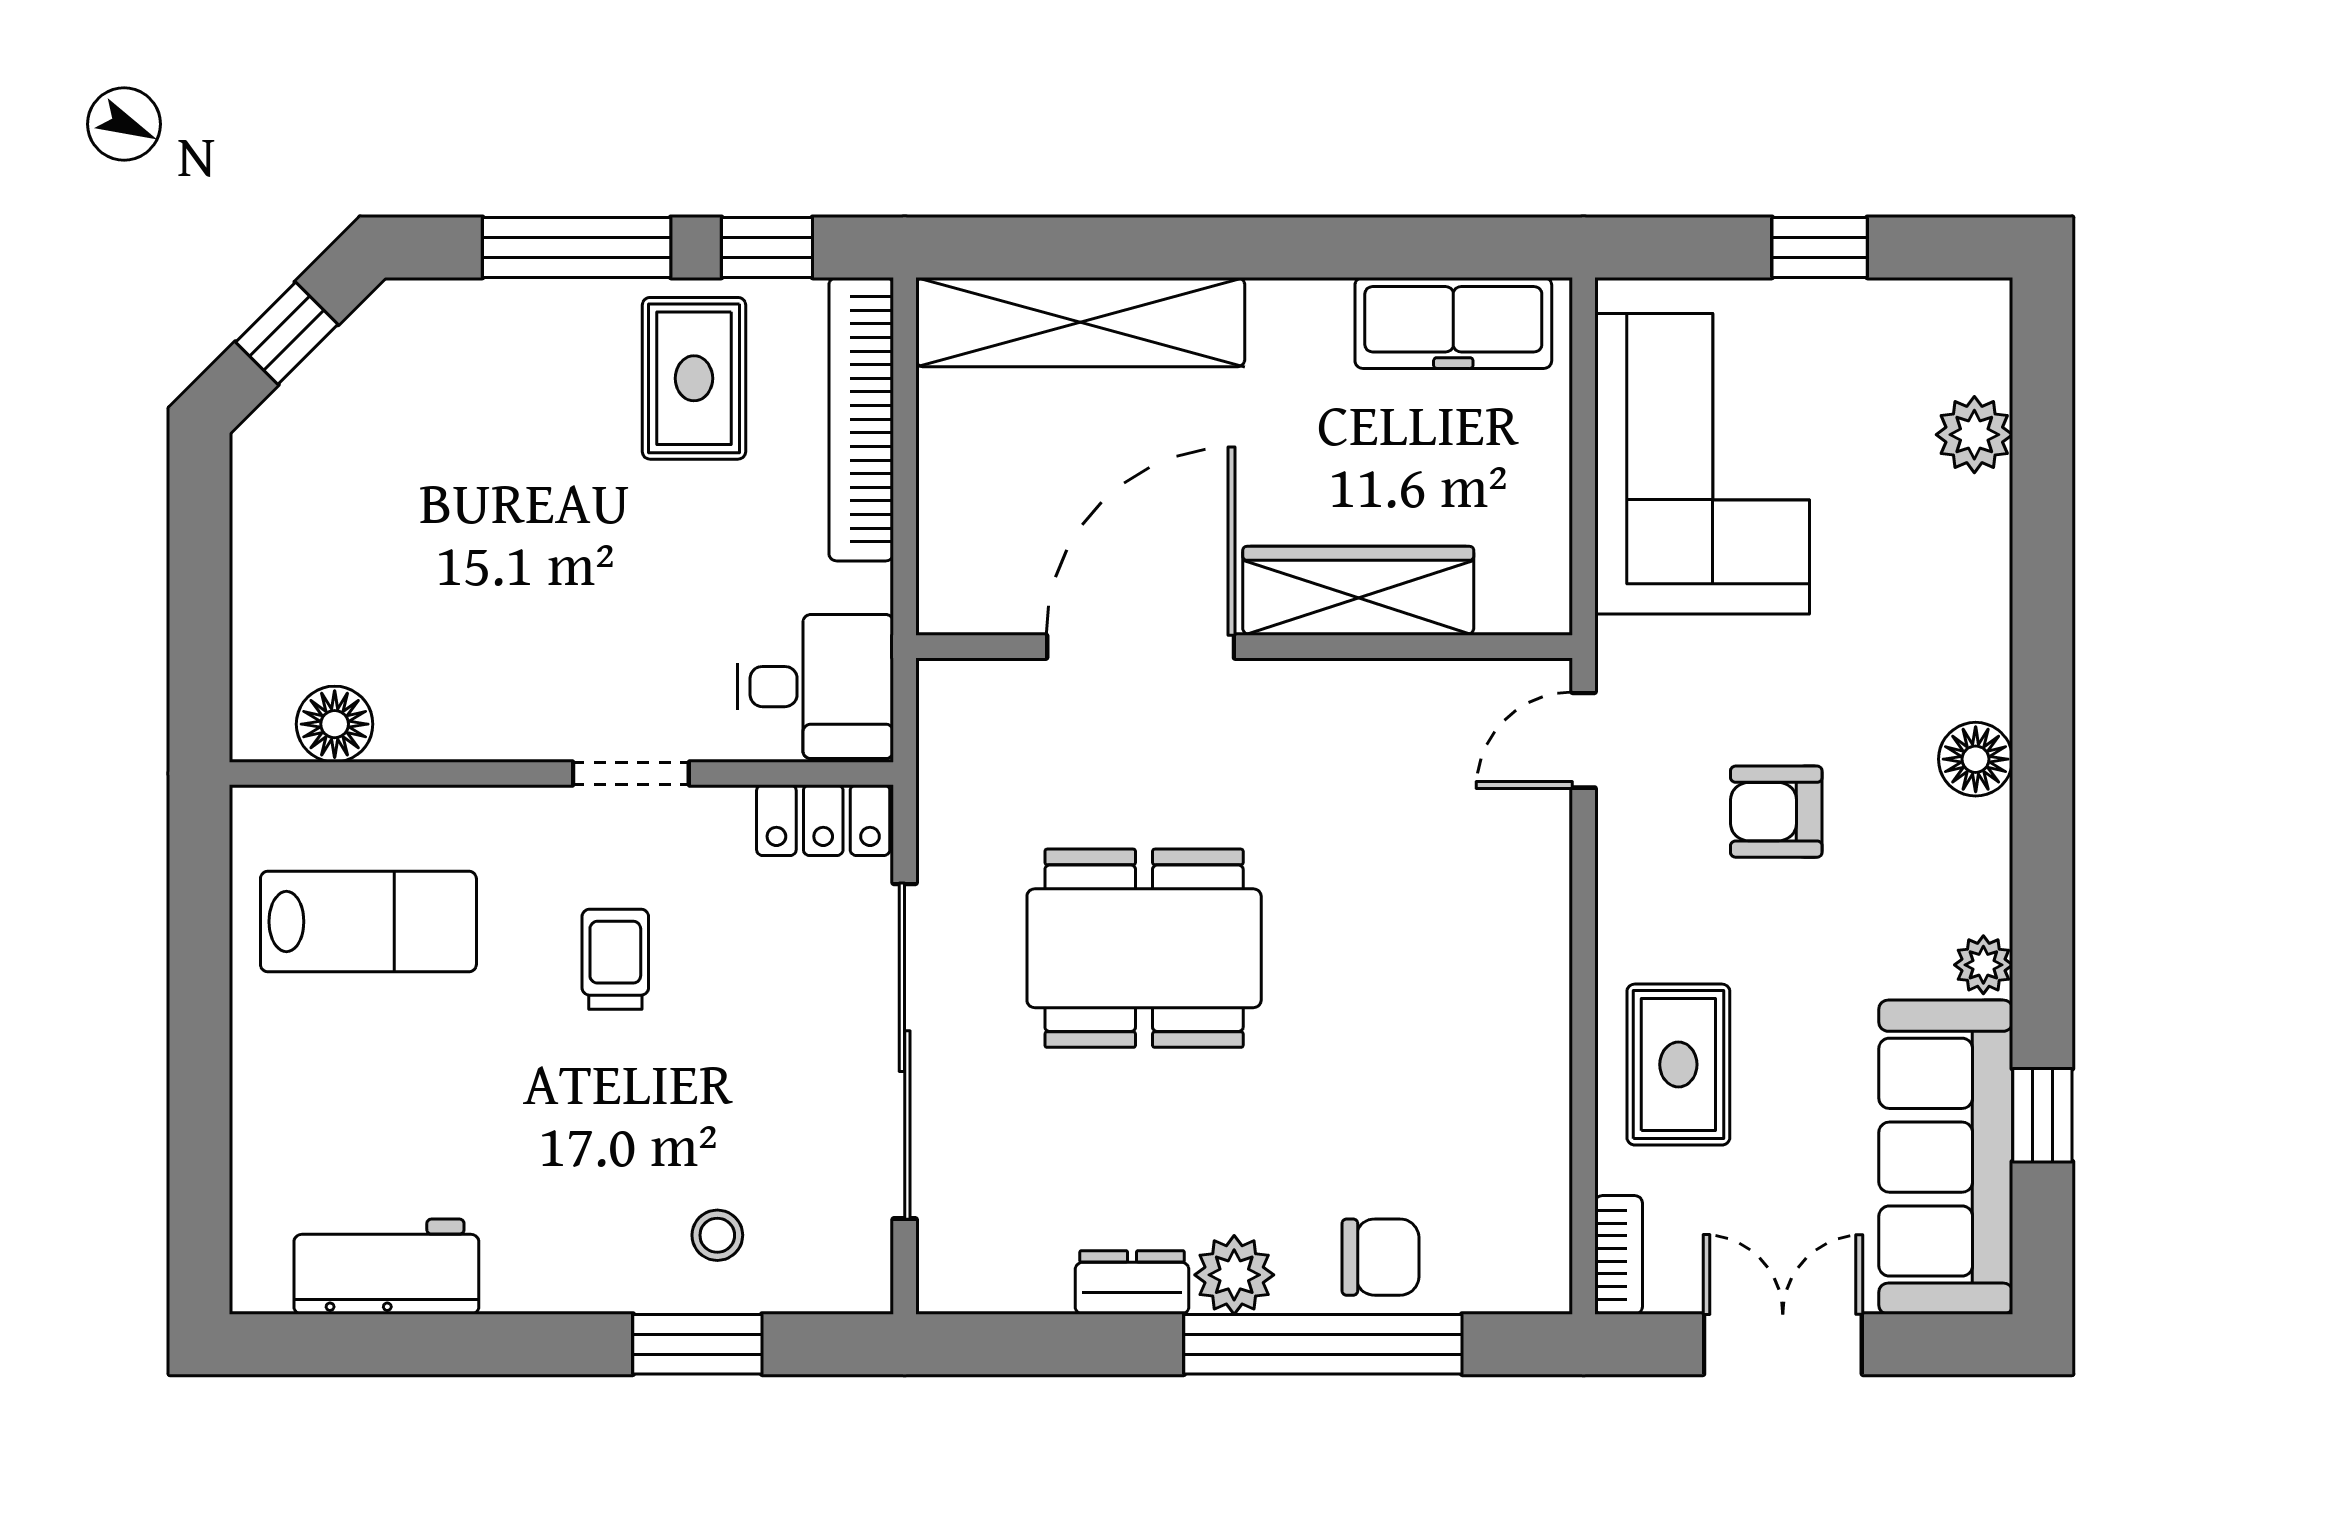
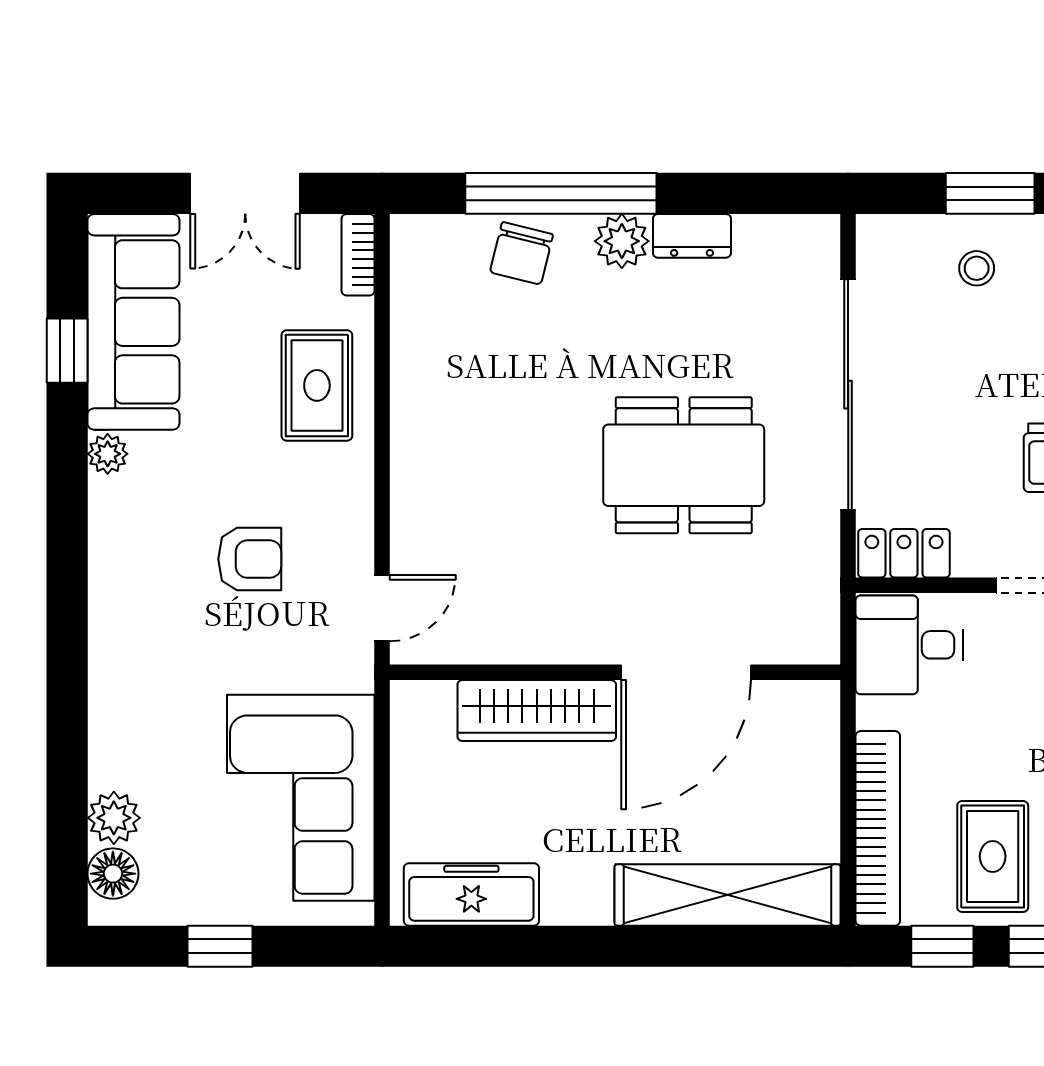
floor lamp: (1976, 759) -> (113, 874), moved
chair: (1380, 1257) -> (521, 253), turned -76

